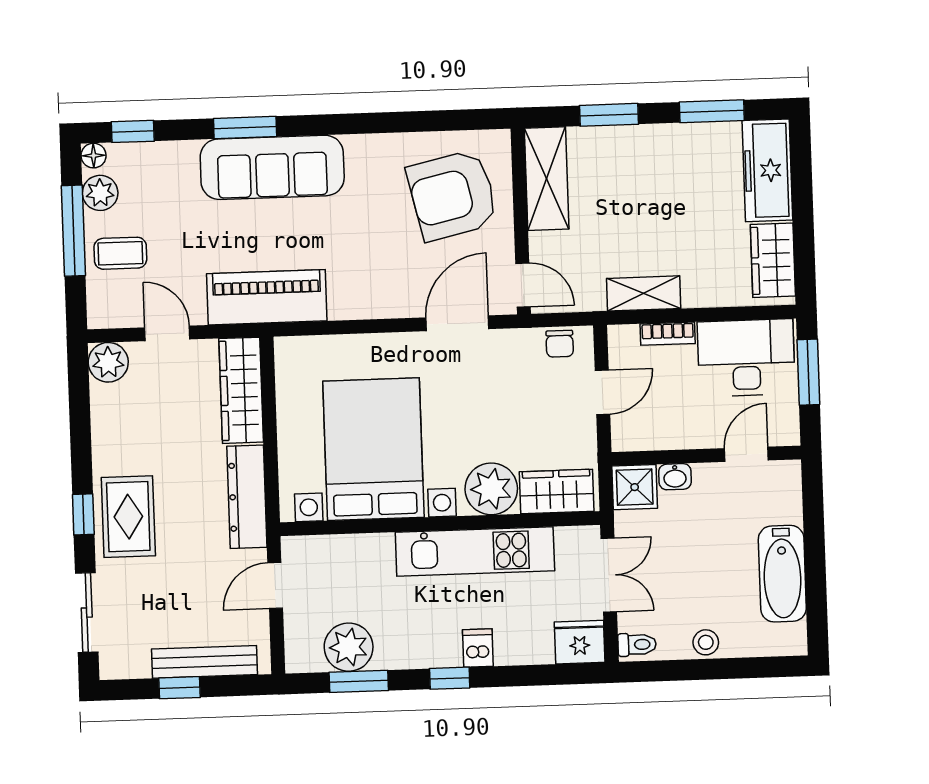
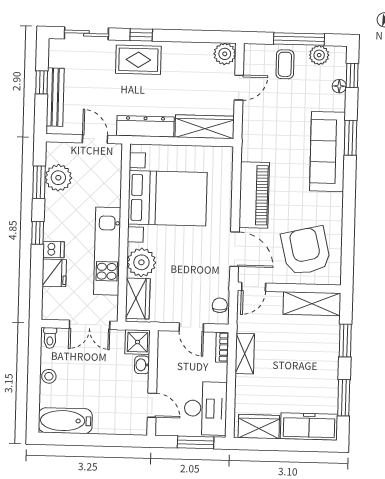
floor lamp: (94, 156) -> (339, 86), moved
piano: (267, 297) -> (254, 195), moved
bookcase: (668, 334) -> (222, 347), moved
chair: (560, 344) -> (220, 305), turned 90
bathtub: (782, 574) -> (65, 421), moved
fridge: (580, 642) -> (54, 273), moved

